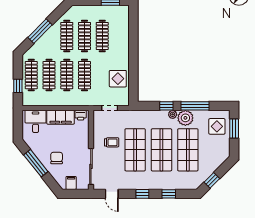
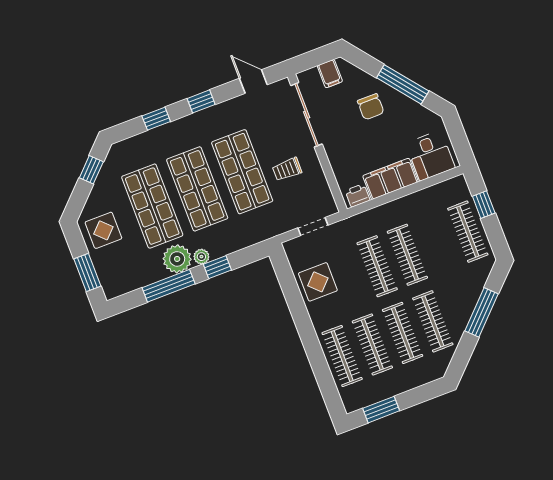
clothes rail: (49, 75) -> (342, 356), moved
display table: (217, 126) -> (103, 230), moved

